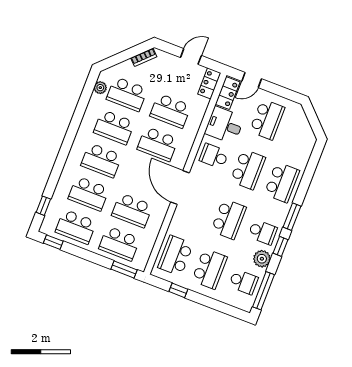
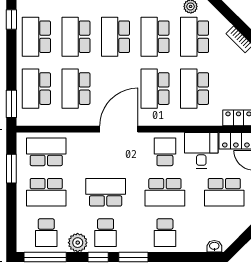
washbasin: (309, 145) -> (214, 246), added
school desk: (282, 182) -> (165, 233), width x0.54
school desk: (229, 219) -> (106, 192), turned 180
window: (178, 290) -> (11, 169), width x1.50

